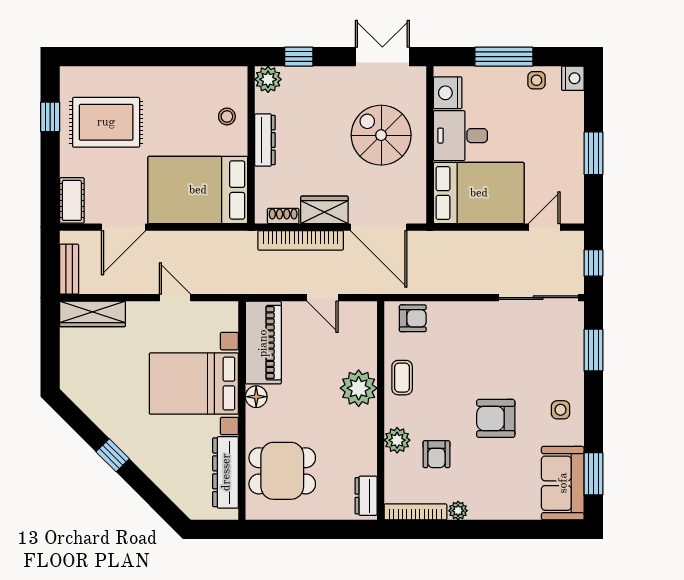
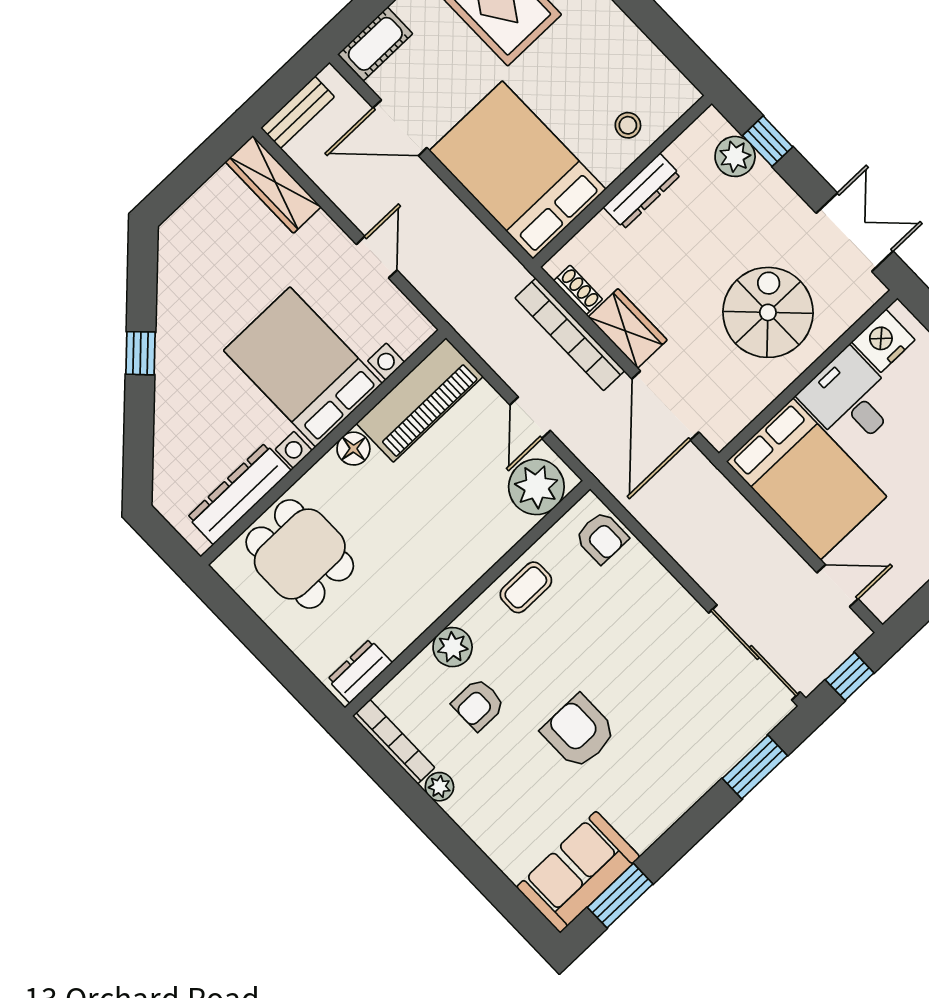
plant: (268, 79) -> (735, 156), moved
plant: (359, 388) -> (536, 487), moved
side table: (561, 410) -> (656, 793), removed

